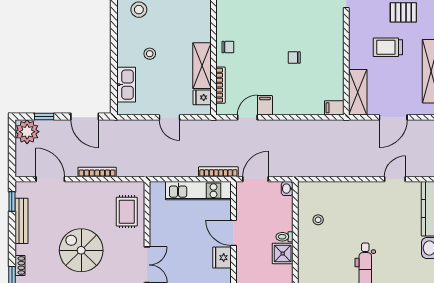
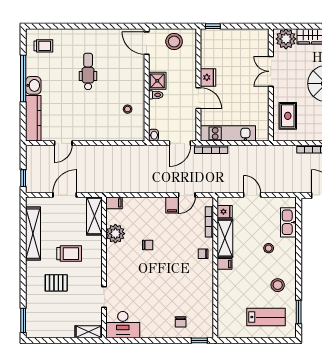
filing cabinet: (202, 35) -> (225, 264), added
plant: (333, 71) -> (115, 234), added

